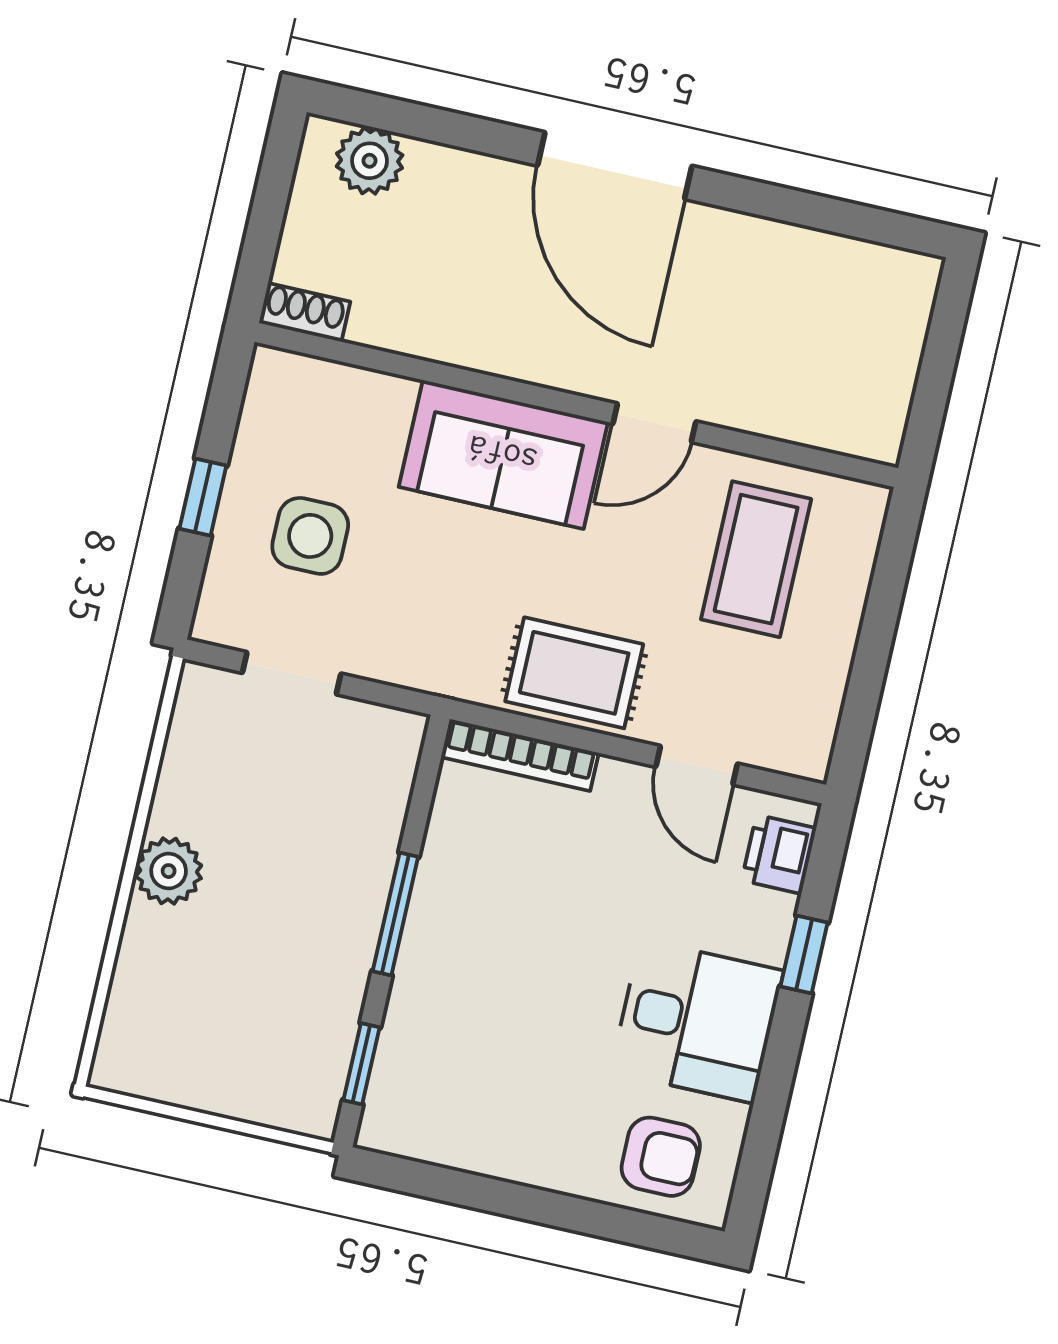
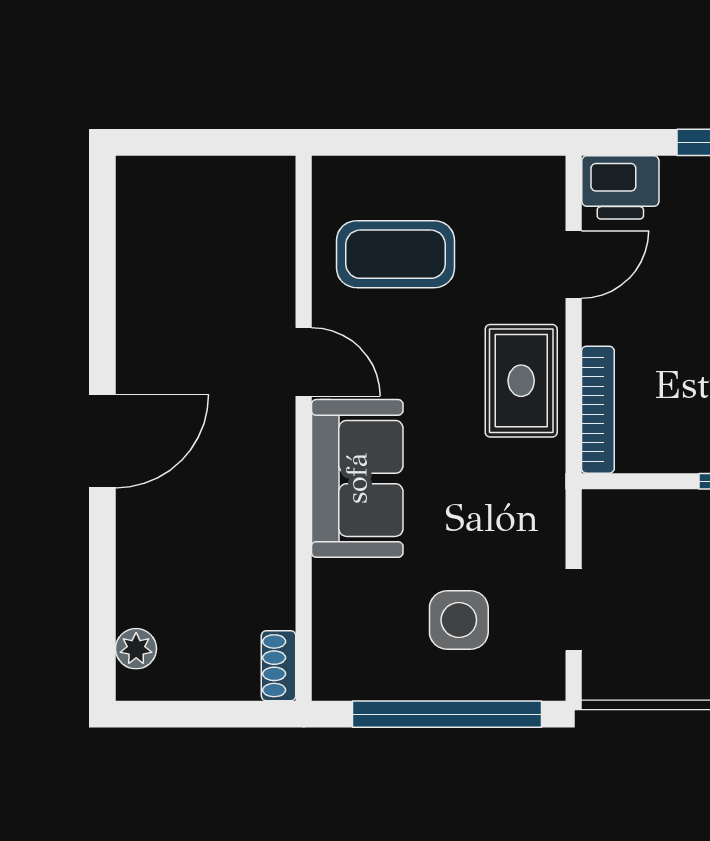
plant: (370, 161) -> (136, 649), width x0.73, depth x0.73
door: (615, 166) -> (102, 441), width x0.73
window: (203, 497) -> (447, 714), width x3.17
printer: (779, 854) -> (620, 187), width x1.36, depth x1.24

